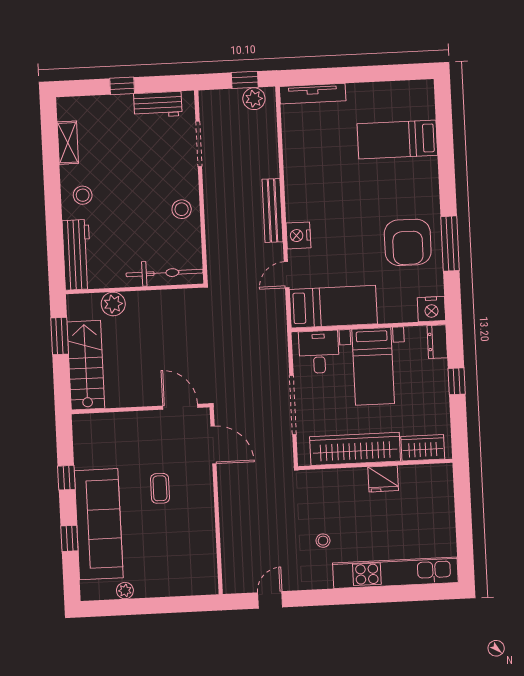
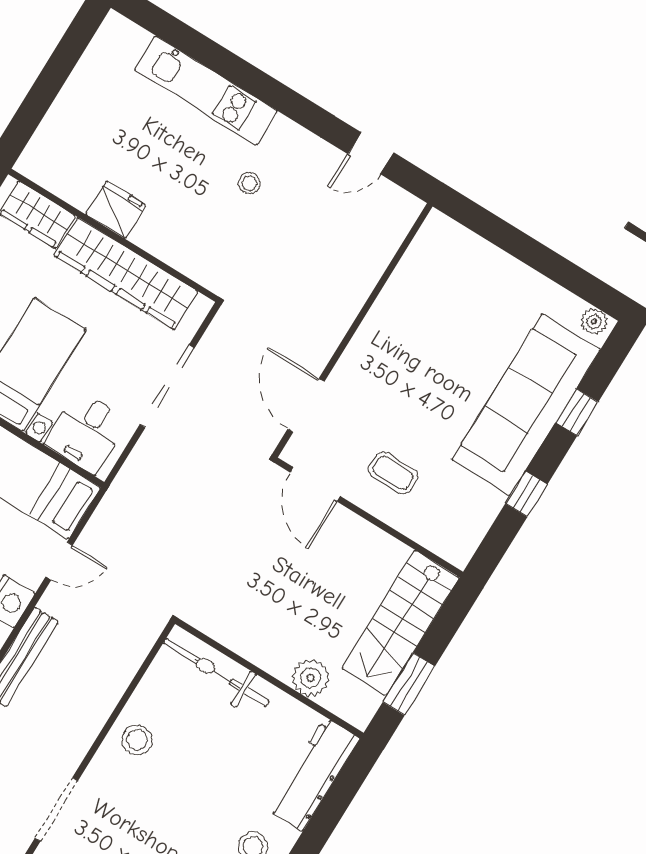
coffee table: (160, 488) -> (393, 473), moved, turned 90
kitchen unit: (395, 573) -> (206, 90), width x0.73
plant: (125, 591) -> (594, 322), moved

